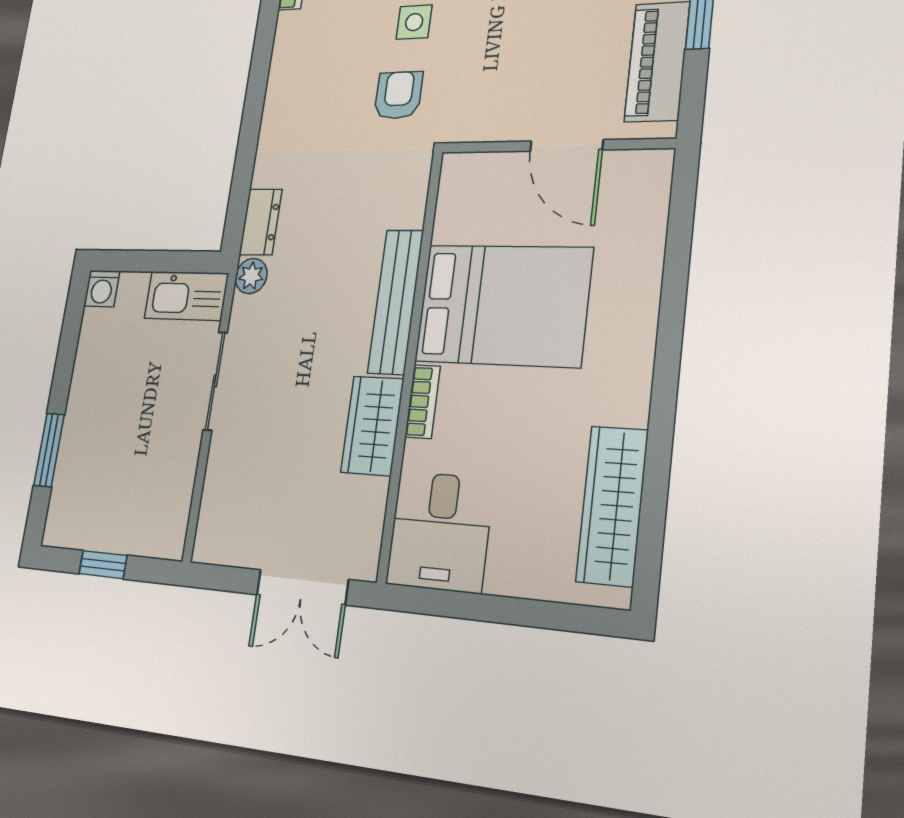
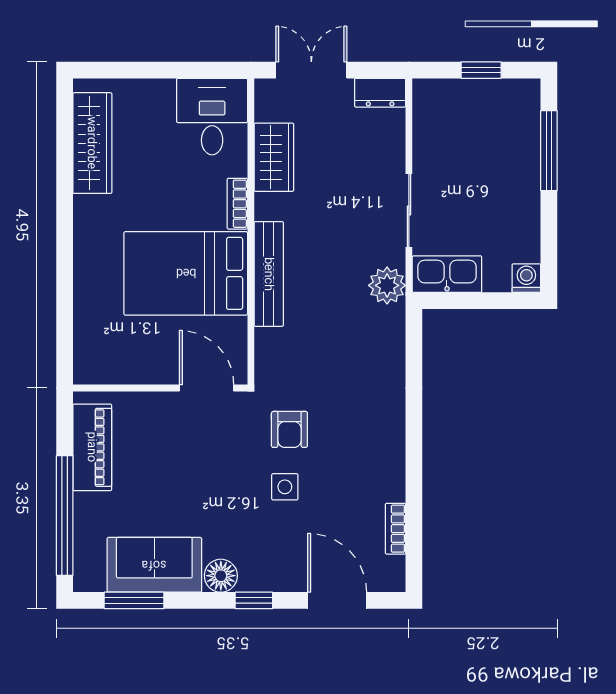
door: (566, 145) -> (207, 388), moved
dresser: (261, 222) -> (380, 93), moved, turned -90
plant: (251, 276) -> (387, 285), width x1.38, depth x1.38
wardrobe: (372, 426) -> (274, 157), moved
window: (49, 450) -> (549, 151), width x1.44

